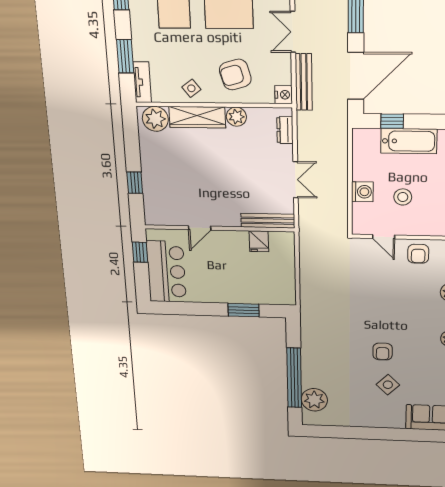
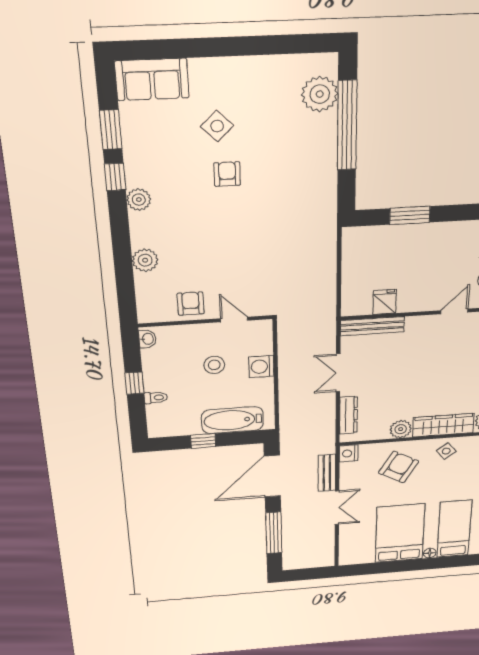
armchair: (235, 74) -> (399, 467), turned -44
bench: (304, 82) -> (327, 473), width x0.73
window: (392, 121) -> (203, 441), moved
dresser: (285, 130) -> (348, 415), width x1.44
bathtub: (409, 141) -> (232, 420), moved

